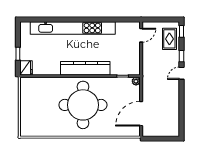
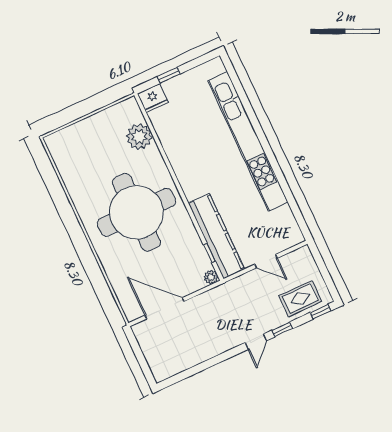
door: (141, 35) -> (266, 261), moved
kitchen counter: (85, 68) -> (216, 236), moved
door: (182, 73) -> (256, 342), swing flipped
plant: (43, 85) -> (139, 137), added

